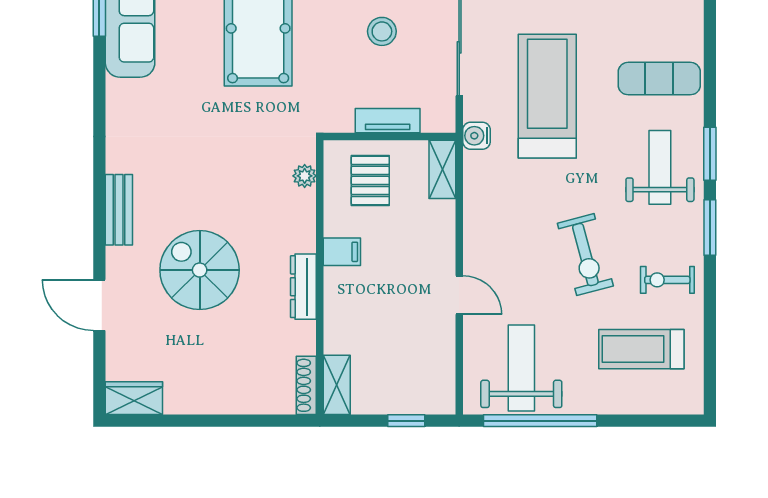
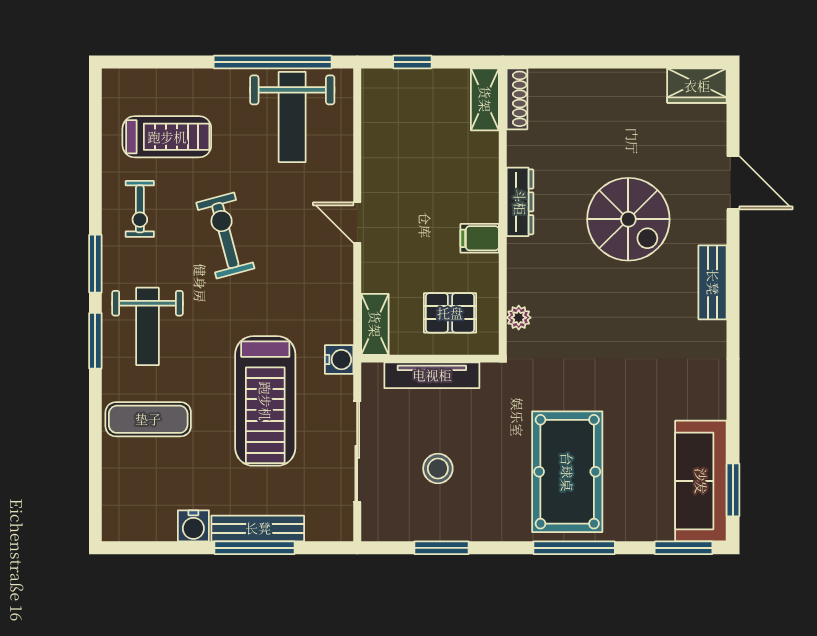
tv unit: (388, 121) -> (432, 375), width x1.41
pallet: (370, 180) -> (450, 313), turned 90
exercise bike: (667, 280) -> (140, 209), turned 90
door: (459, 295) -> (357, 223), moved

